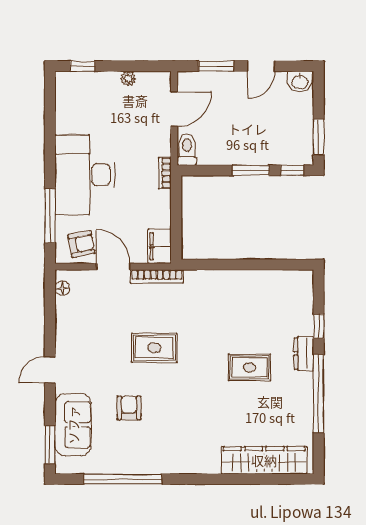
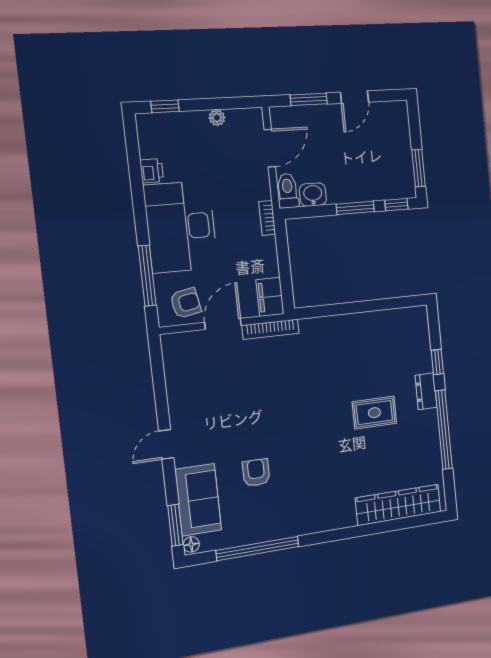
washbasin: (300, 82) -> (313, 195), moved, turned 180
printer: (64, 123) -> (152, 171), added
door: (113, 267) -> (223, 324), hinge flipped
floor lamp: (62, 288) -> (191, 544), moved
rug: (154, 348) -> (276, 405), removed

